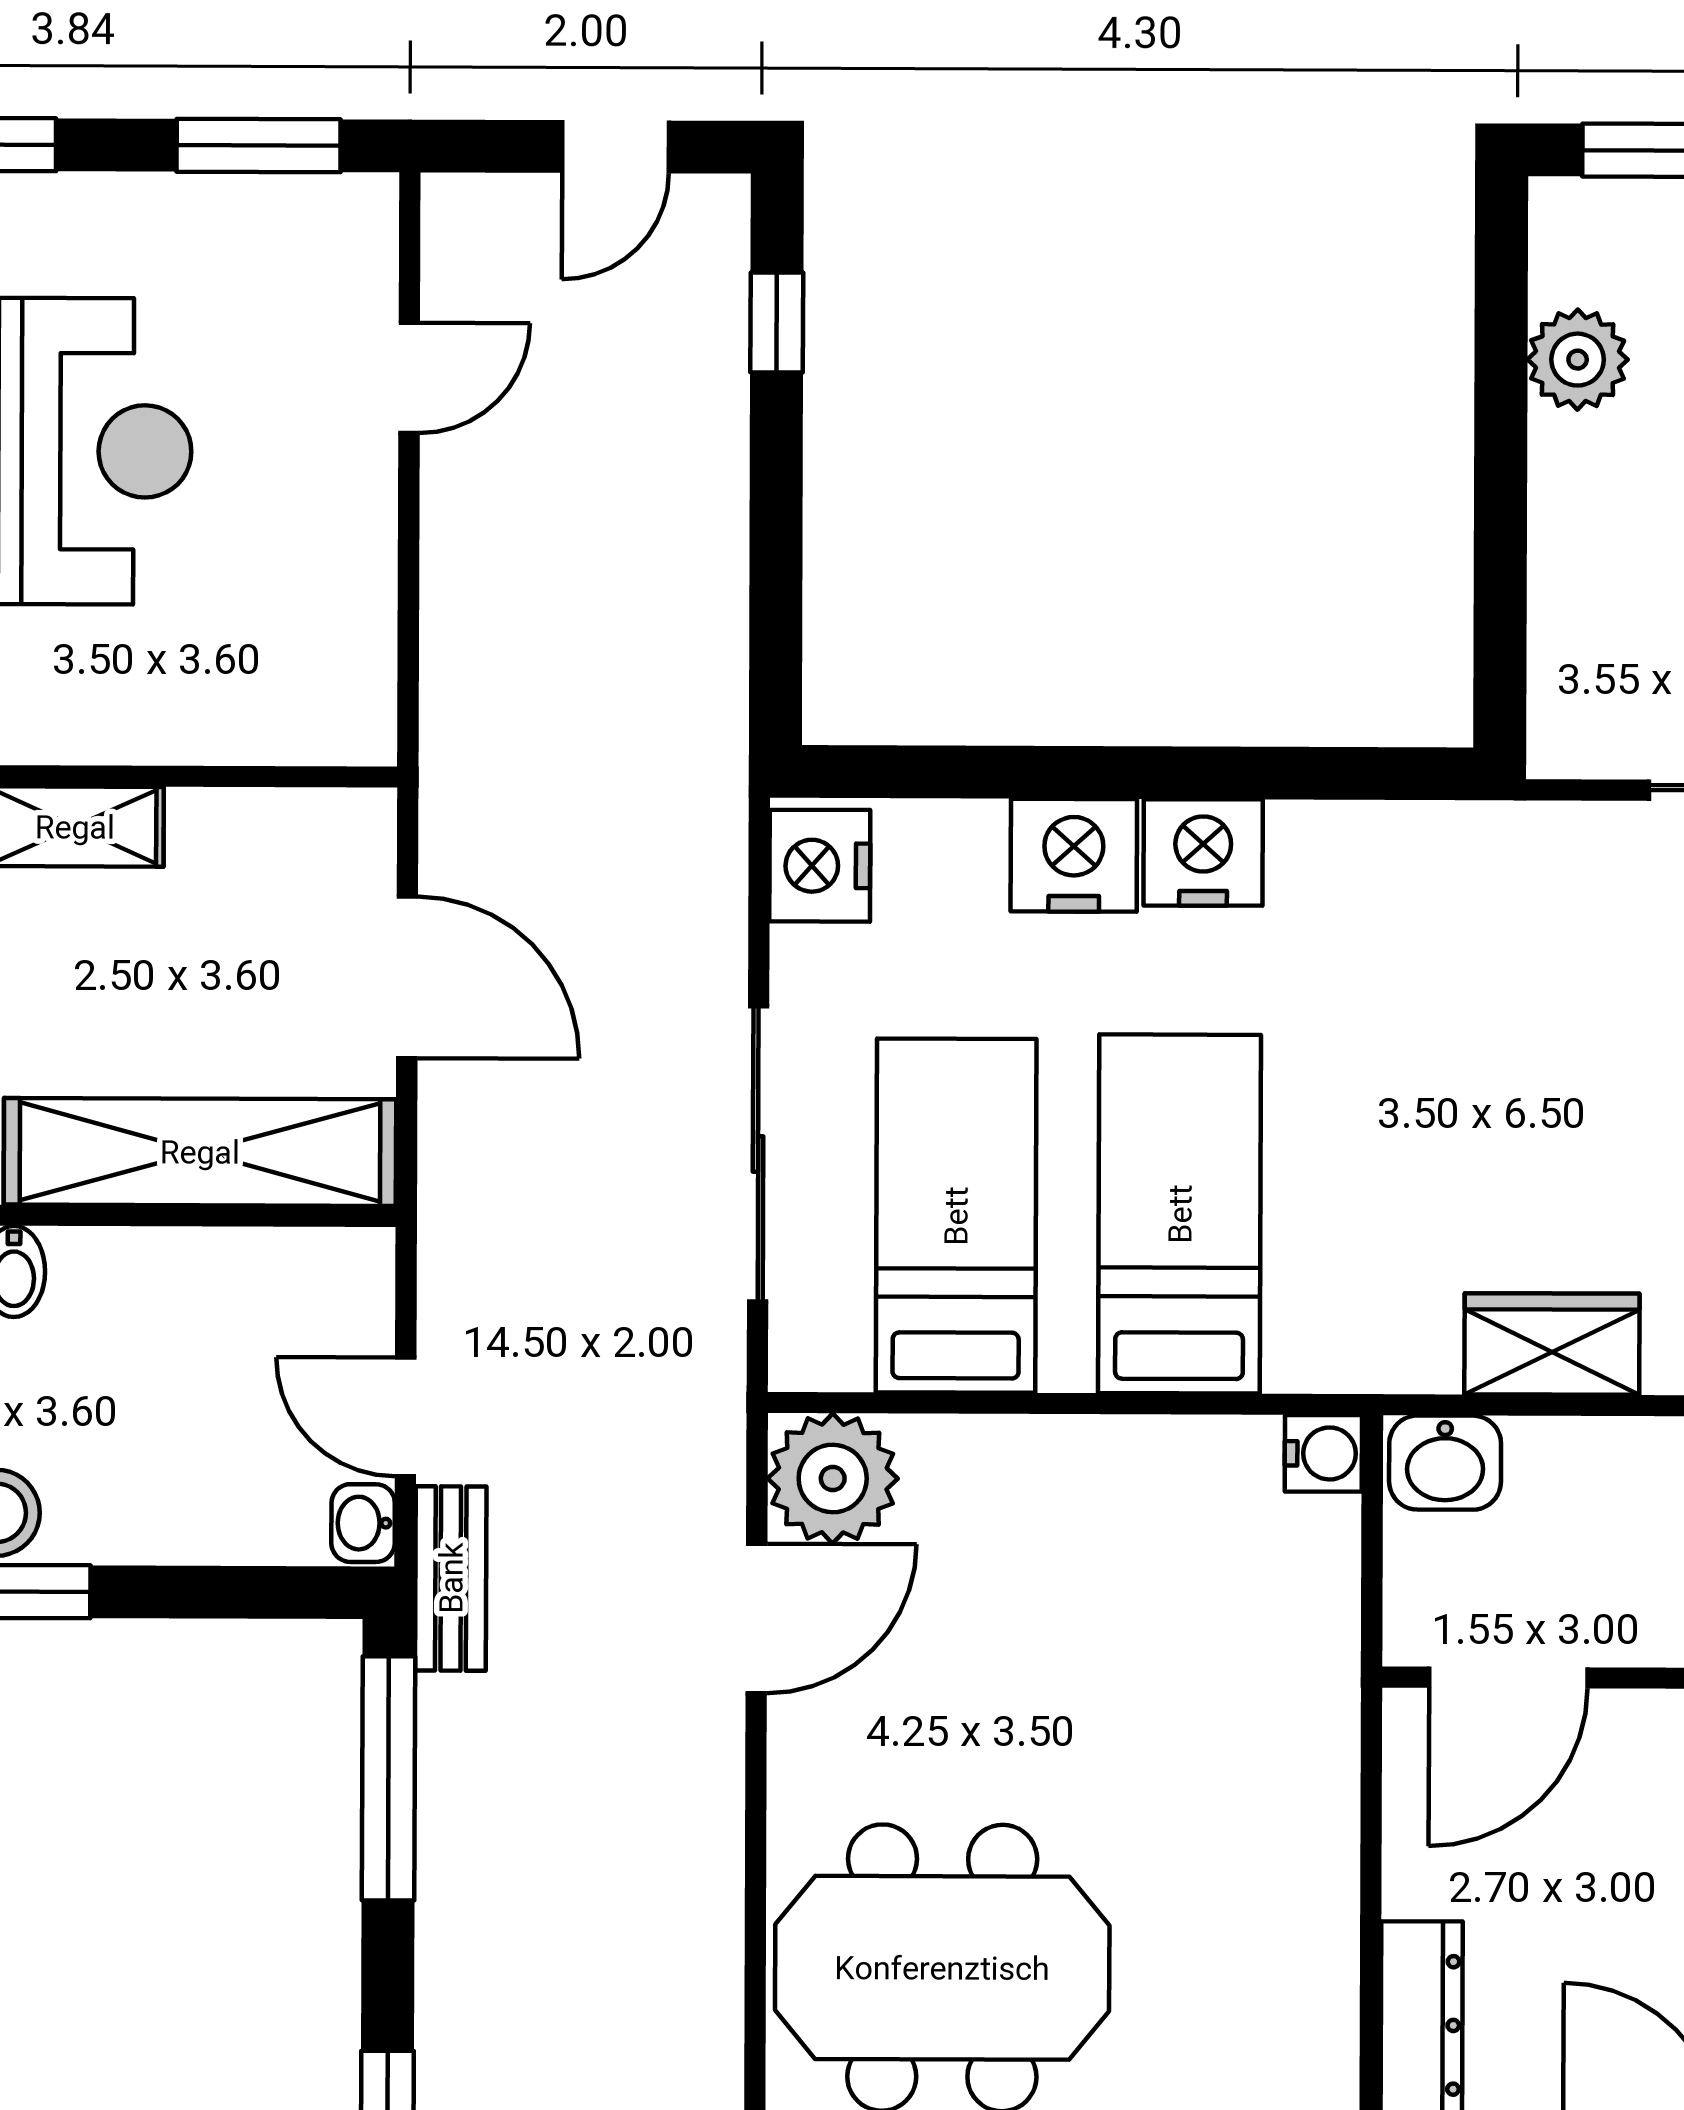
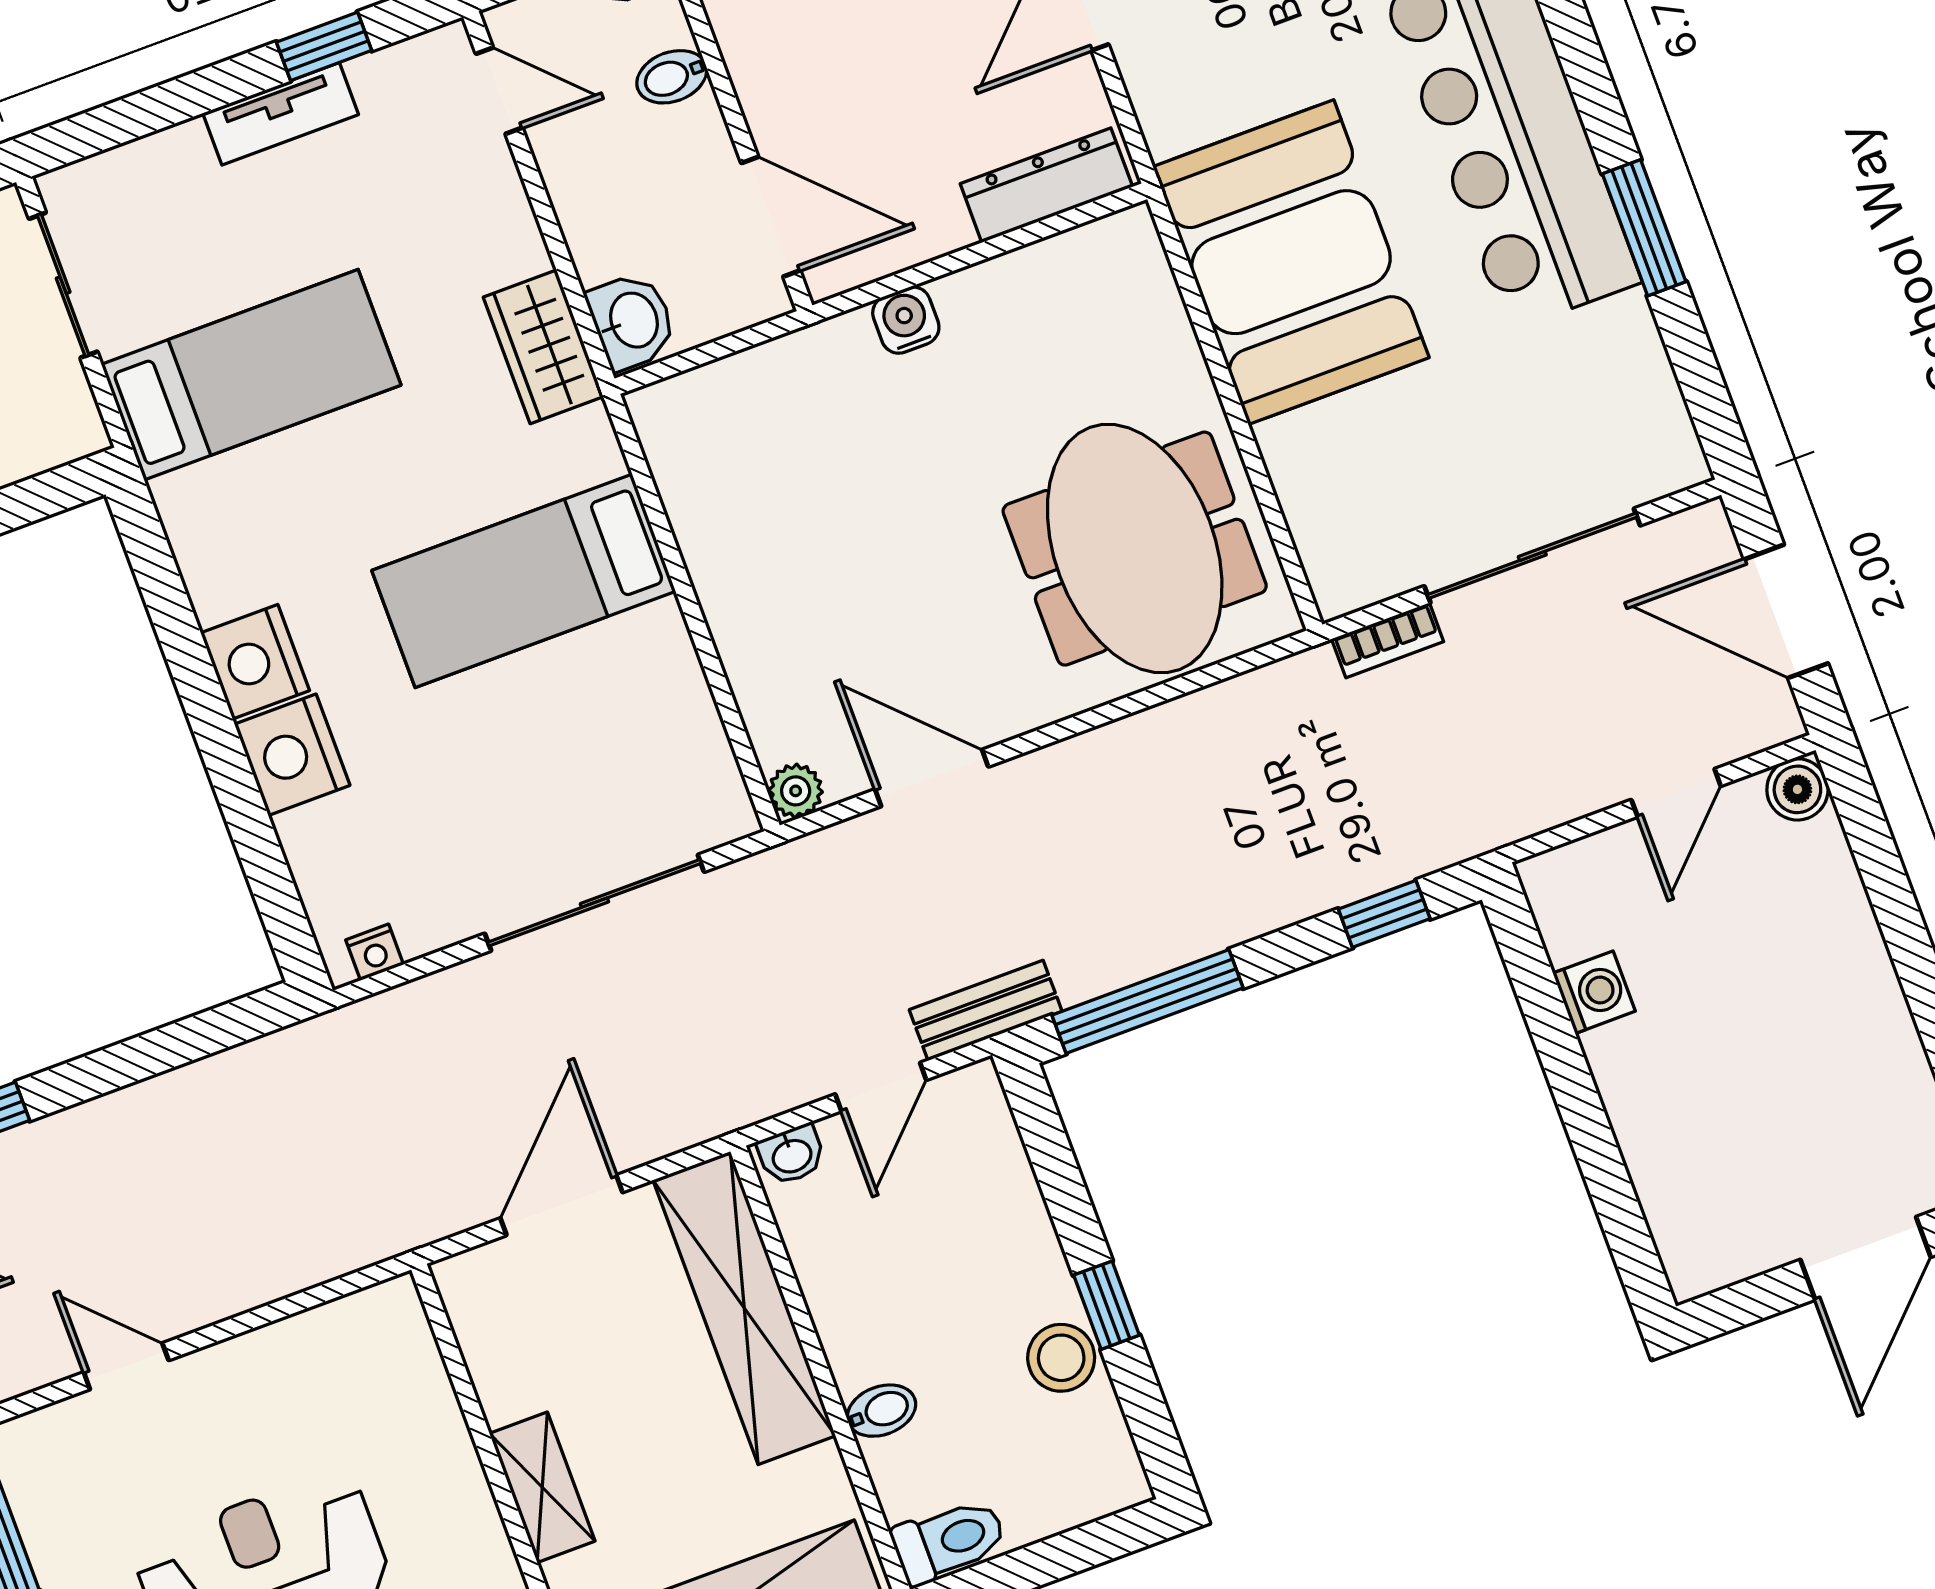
nightstand: (820, 866) -> (375, 952), width x0.53, depth x0.56
bed: (956, 1216) -> (251, 375), moved, turned 180
wardrobe: (1552, 1344) -> (543, 347), moved
water cooler: (1323, 1453) -> (906, 320), moved
plant: (833, 1478) -> (796, 791), width x0.53, depth x0.53
washbasin: (363, 1523) -> (792, 1155), moved

